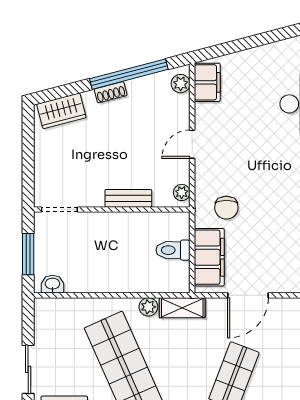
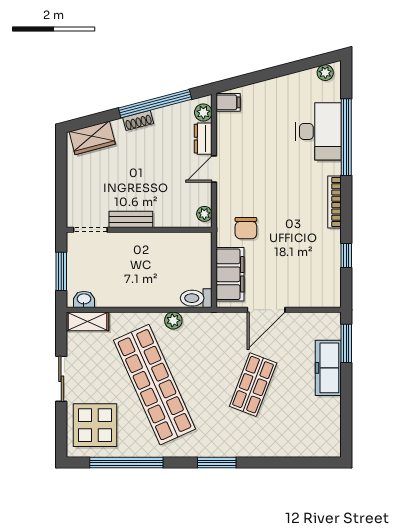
filing cabinet: (207, 82) -> (228, 102), width x0.50
dresser: (180, 112) -> (203, 139), added
bench: (128, 198) -> (131, 219), moved
toilet: (173, 250) -> (196, 298), moved
shelving: (182, 308) -> (87, 321), moved

